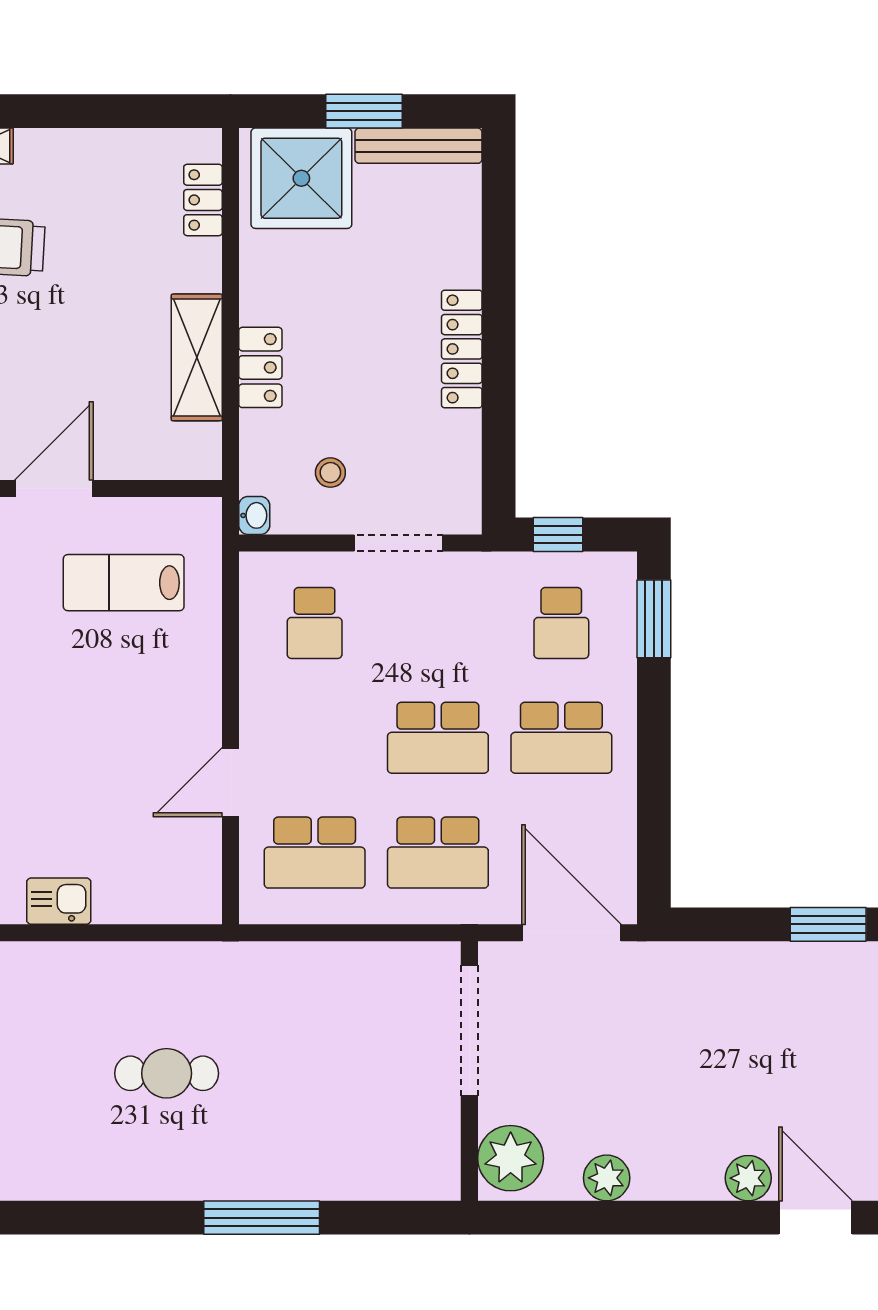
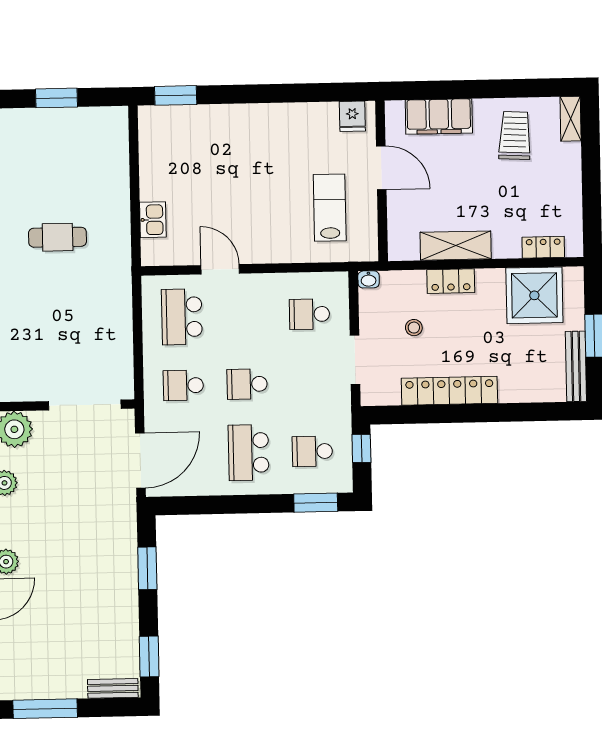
shower: (301, 178) -> (534, 295), moved
locker: (462, 349) -> (449, 391), width x1.41, depth x1.21
stool: (330, 473) -> (414, 328), moved
school desk: (438, 738) -> (247, 384), width x0.54
school desk: (438, 853) -> (183, 385), width x0.54
kitchen sink: (59, 901) -> (153, 220), moved
window: (828, 924) -> (147, 568), moved
cafe table: (167, 1073) -> (58, 237), turned 90

